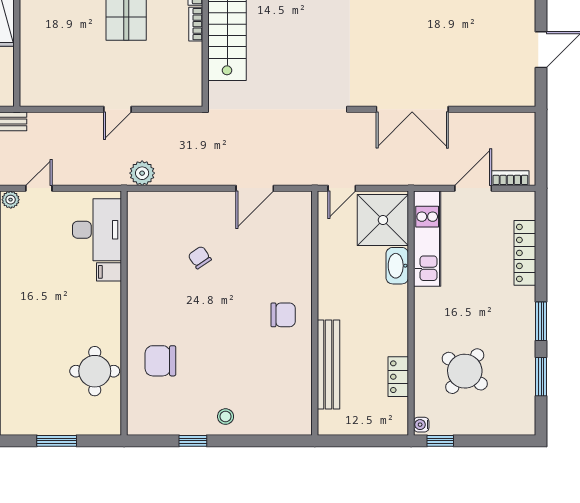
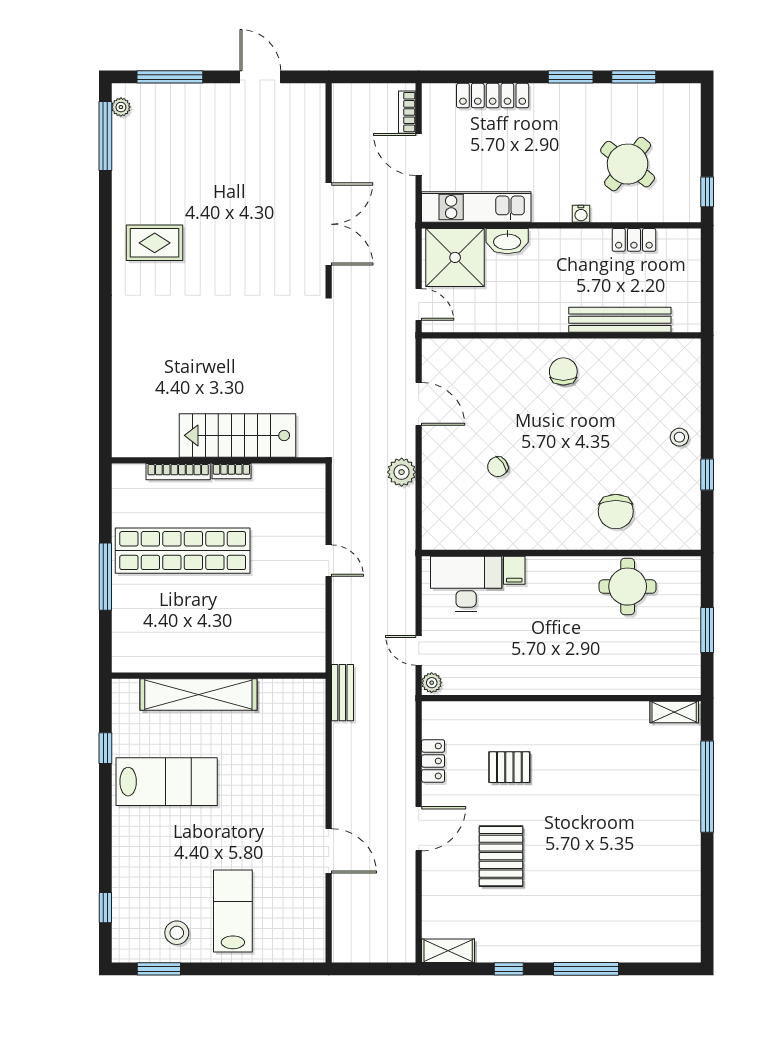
plant: (142, 173) -> (402, 472), moved
water cooler: (421, 425) -> (581, 214), moved

